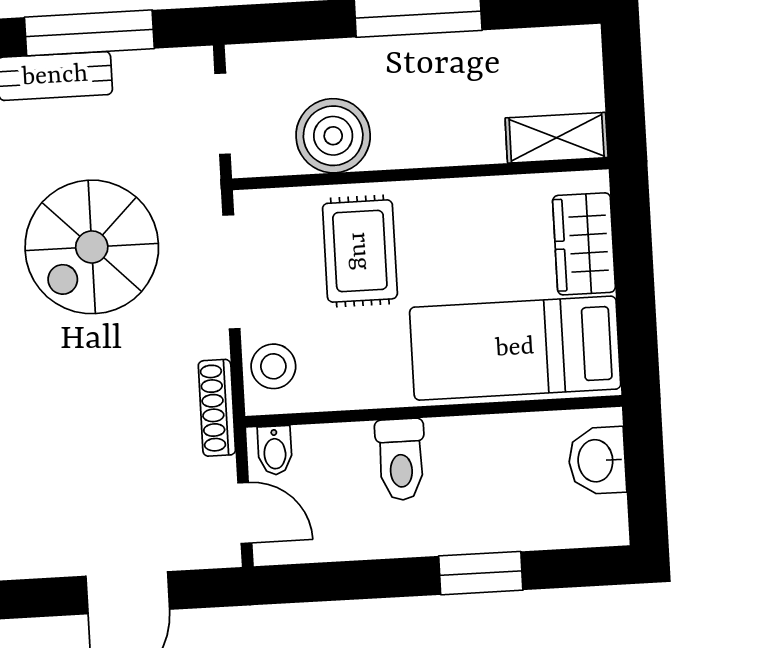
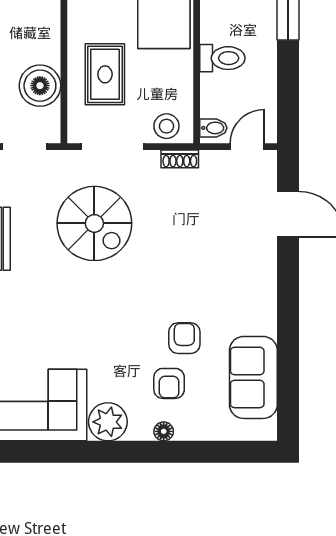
rug: (360, 251) -> (105, 74), turned 90
shoe rack: (217, 408) -> (180, 159), width x0.70

